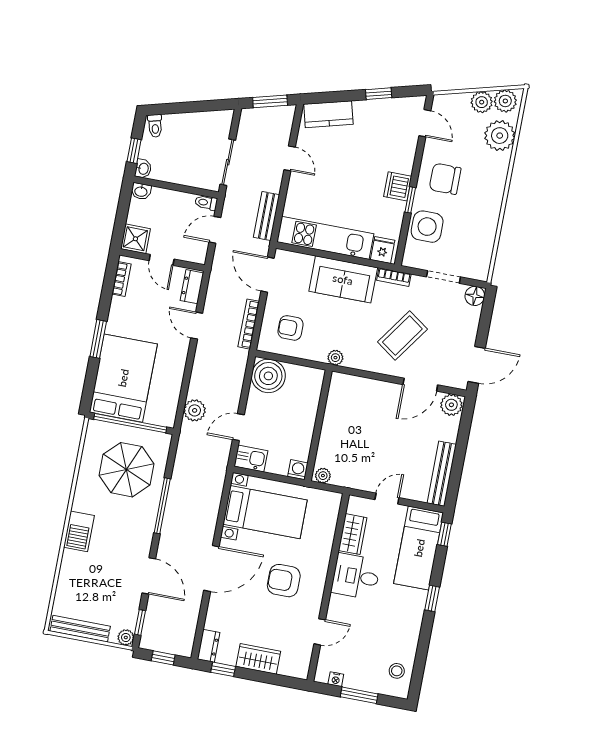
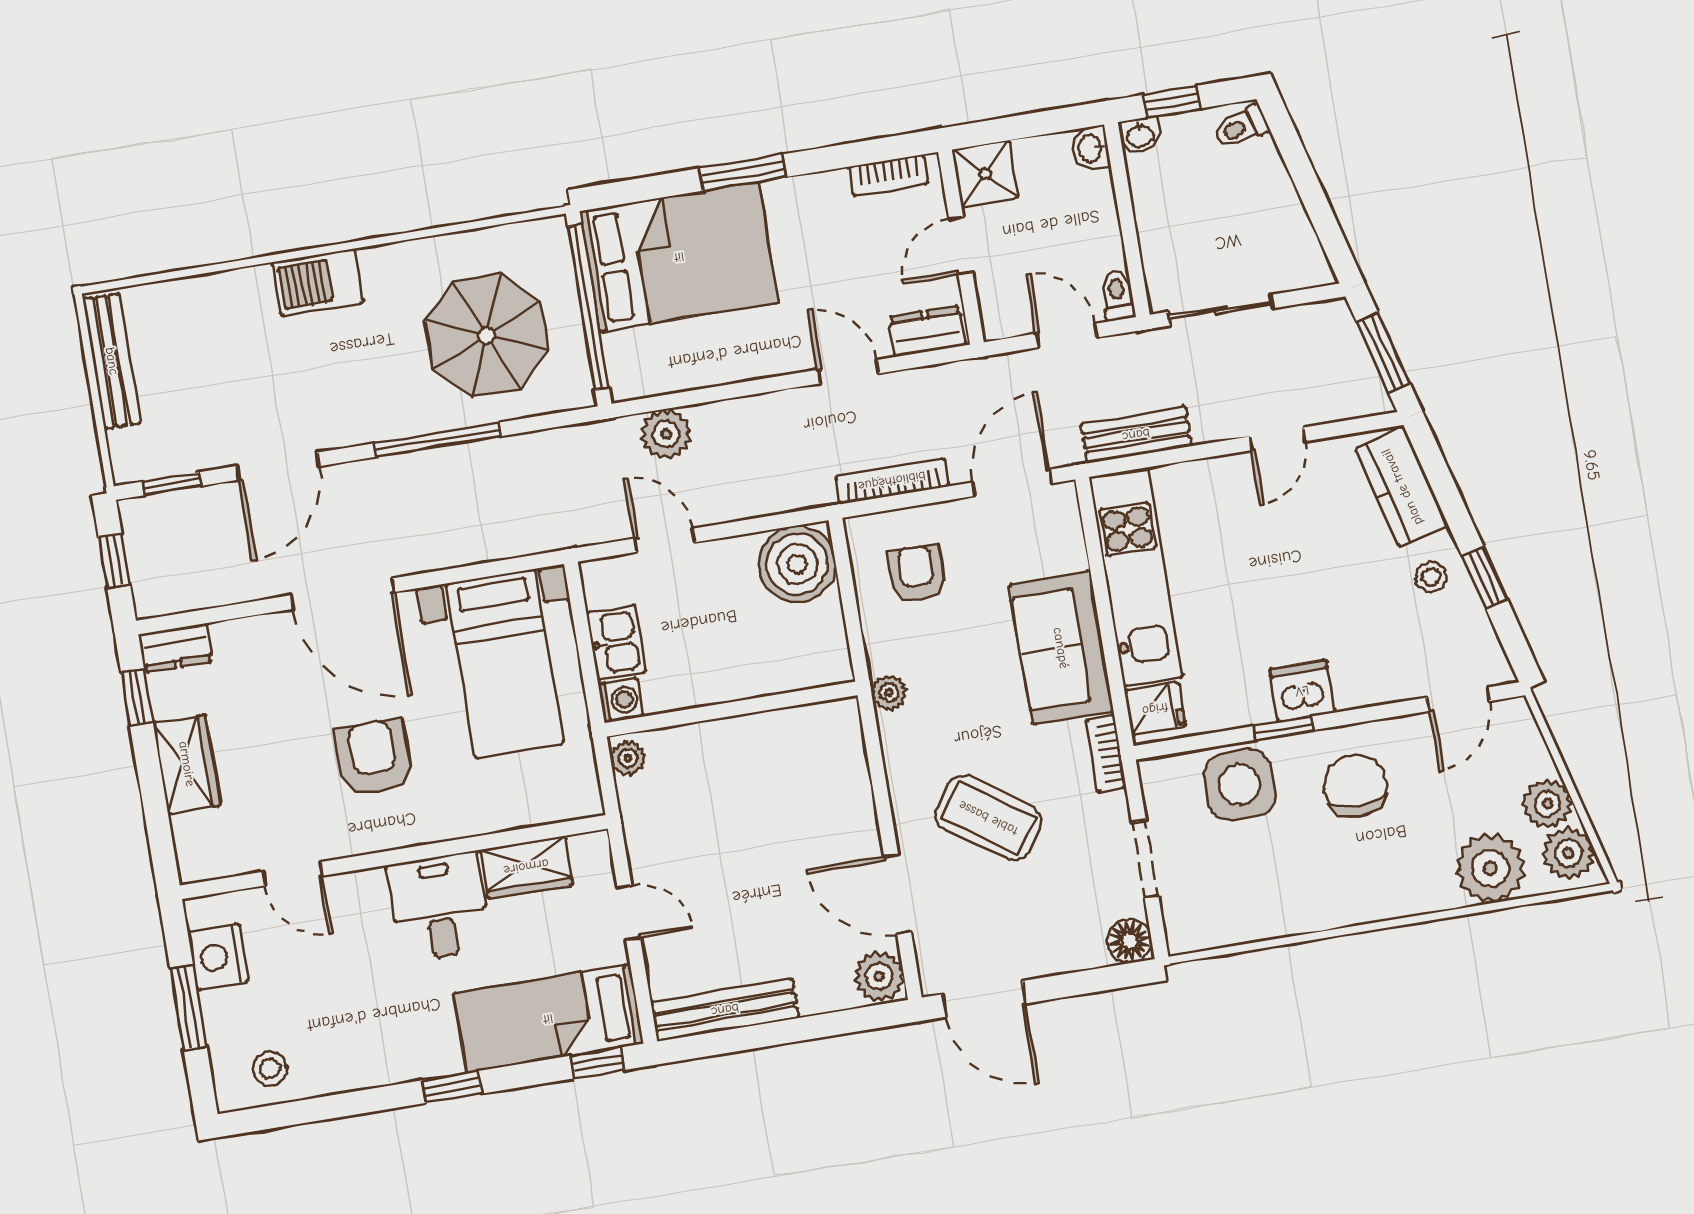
stool: (370, 116) -> (1431, 577), added
door: (197, 326) -> (848, 372), hinge flipped
kitchen sink: (251, 458) -> (616, 642), moved
plant: (126, 637) -> (129, 465), removed
nightstand: (336, 679) -> (218, 957), width x1.89, depth x1.79

